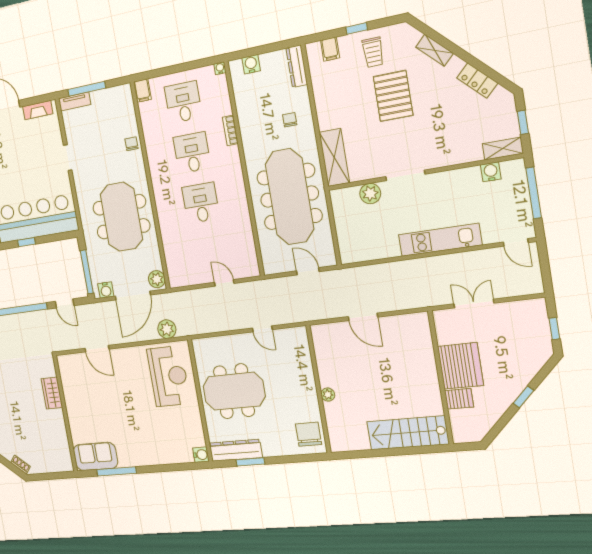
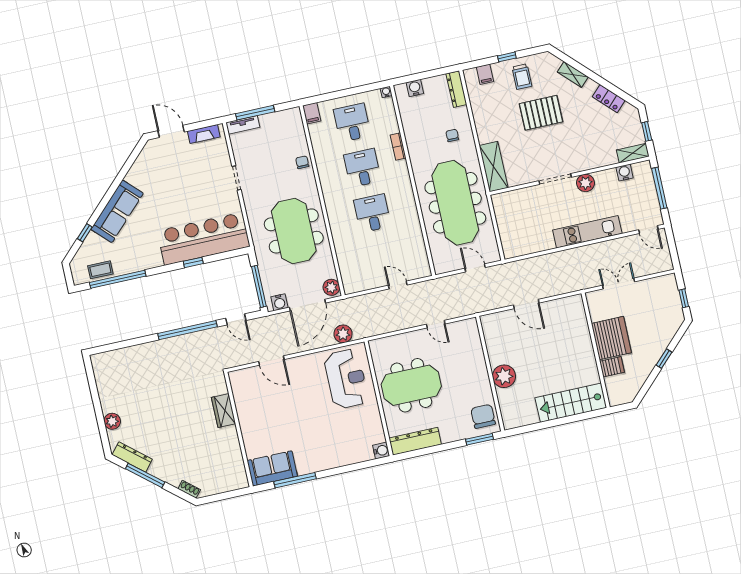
pallet: (393, 96) -> (541, 113), turned 90
plant: (370, 194) -> (585, 183), moved
plant: (328, 395) -> (504, 376), width x1.88, depth x1.88
window: (250, 462) -> (479, 439), moved

